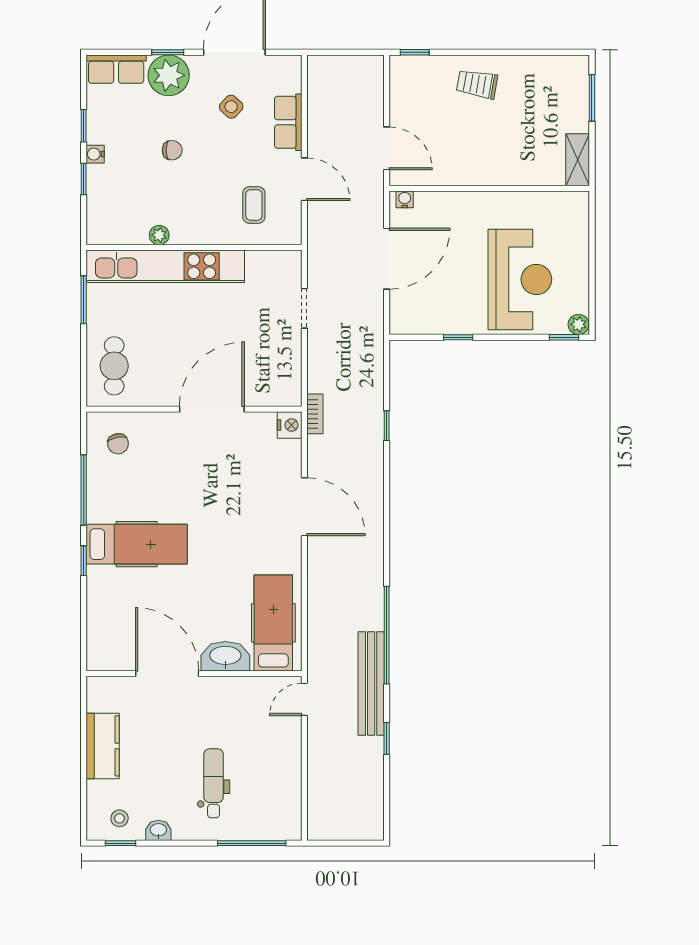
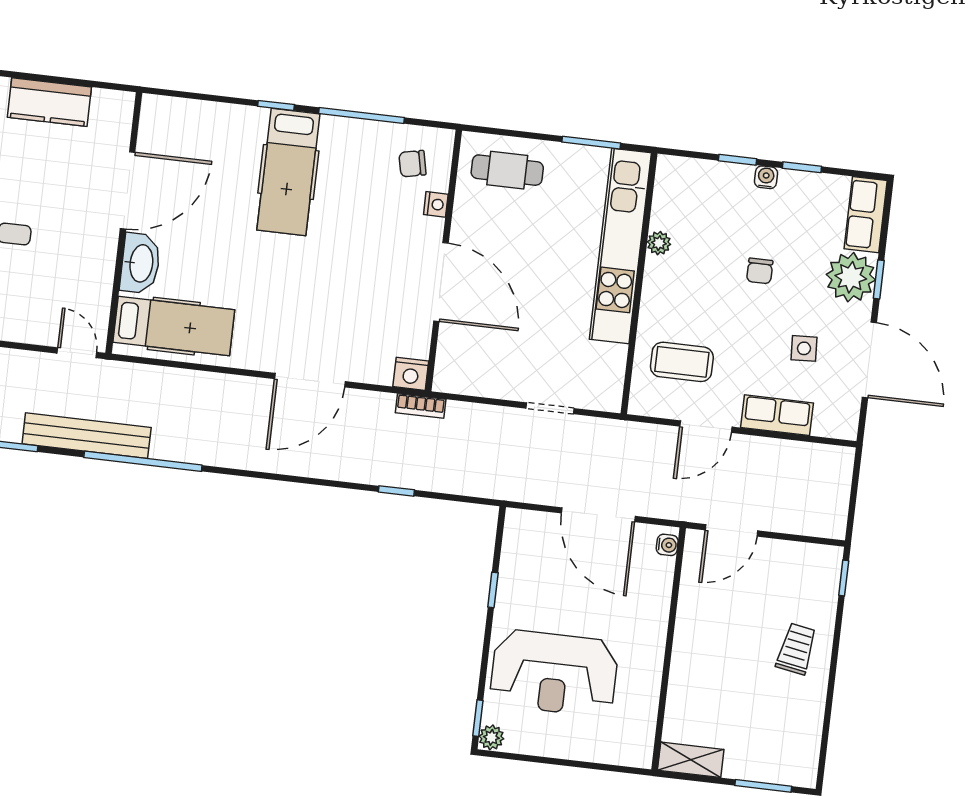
side table: (231, 107) -> (804, 348), turned 45
coffee table: (254, 205) -> (682, 362), width x1.36, depth x1.30
nightstand: (149, 421) -> (436, 204), added

